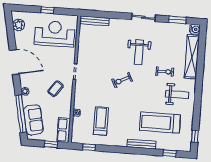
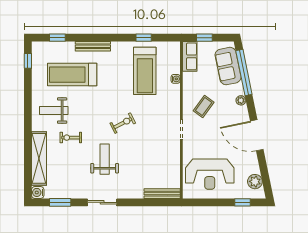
window: (48, 10) -> (242, 202), moved
treadmill: (101, 121) -> (145, 71), width x1.37, depth x1.38
treadmill: (160, 122) -> (72, 75), turned 180
window: (89, 147) -> (144, 38), moved

